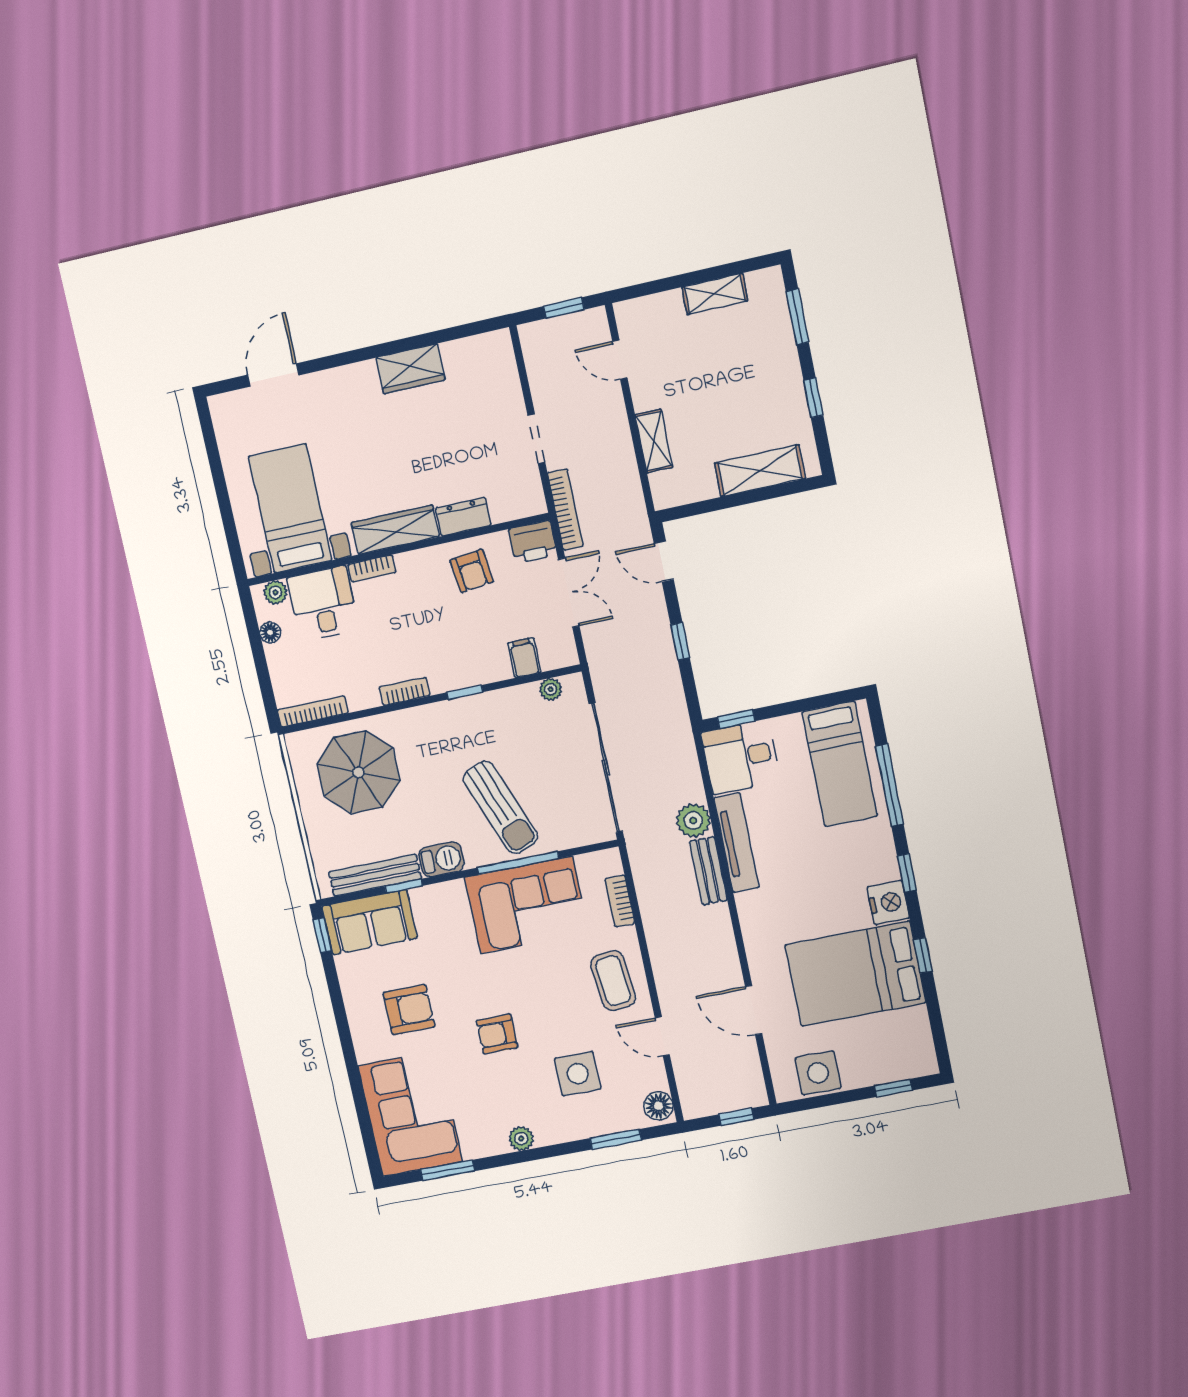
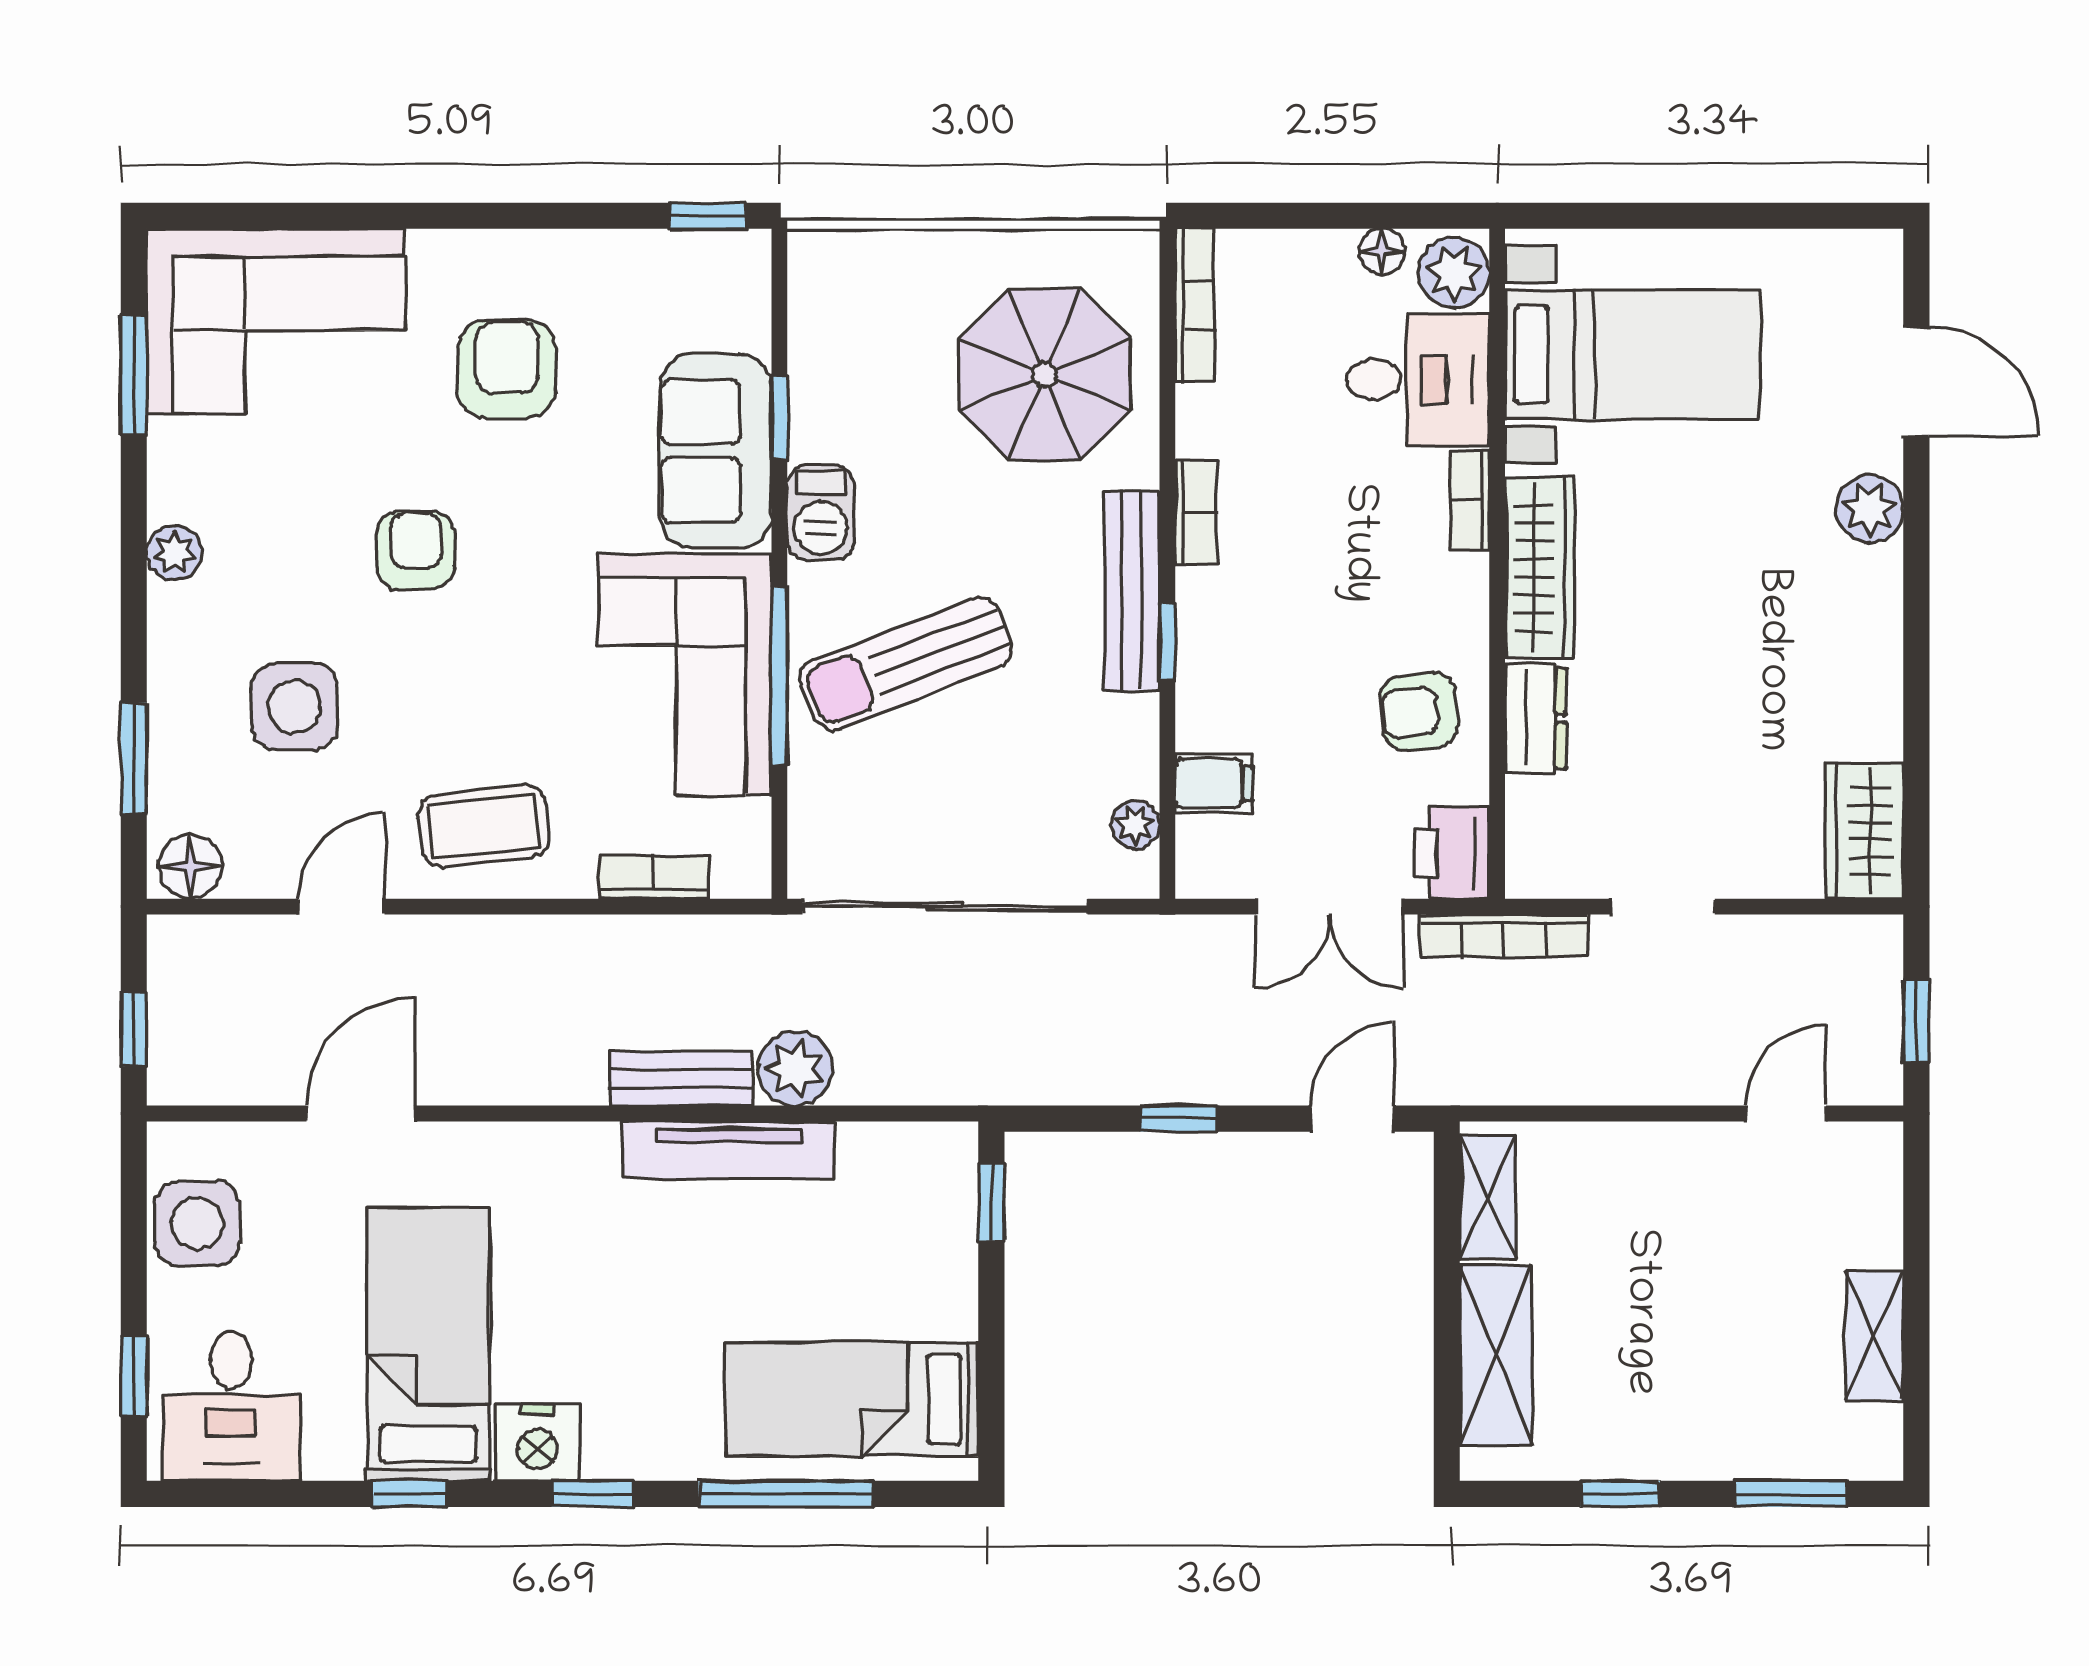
wardrobe: (411, 369) -> (1864, 831), moved
plant: (335, 384) -> (1870, 509), added
shelving: (654, 441) -> (1488, 1198), moved, turned 90
plant: (275, 592) -> (1454, 273), width x1.38, depth x1.38
desk: (741, 757) -> (231, 1406), moved, turned 180
bench: (375, 875) -> (1132, 591), moved
sofa: (370, 922) -> (715, 451), moved
bed: (855, 974) -> (428, 1345), width x0.67
armchair: (409, 1010) -> (507, 369), turned 180

